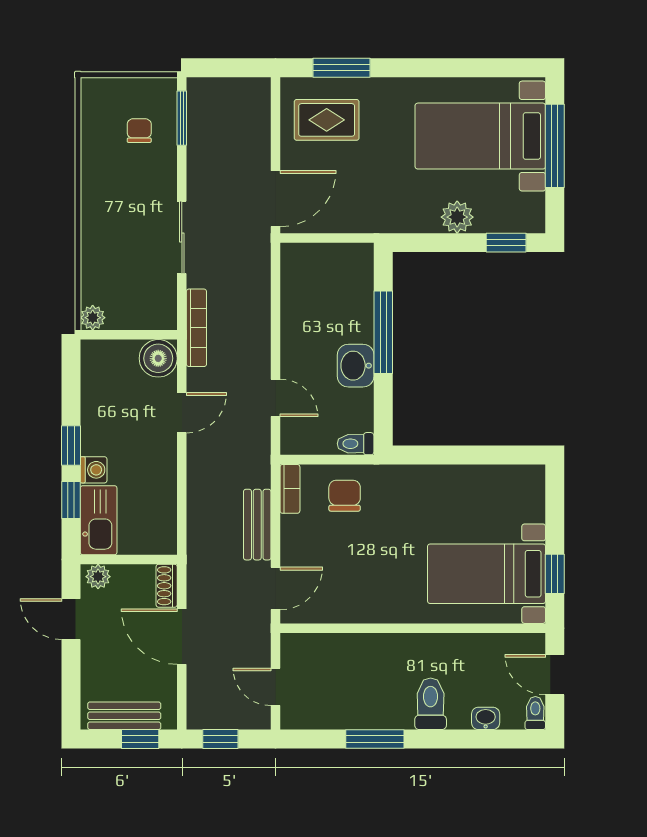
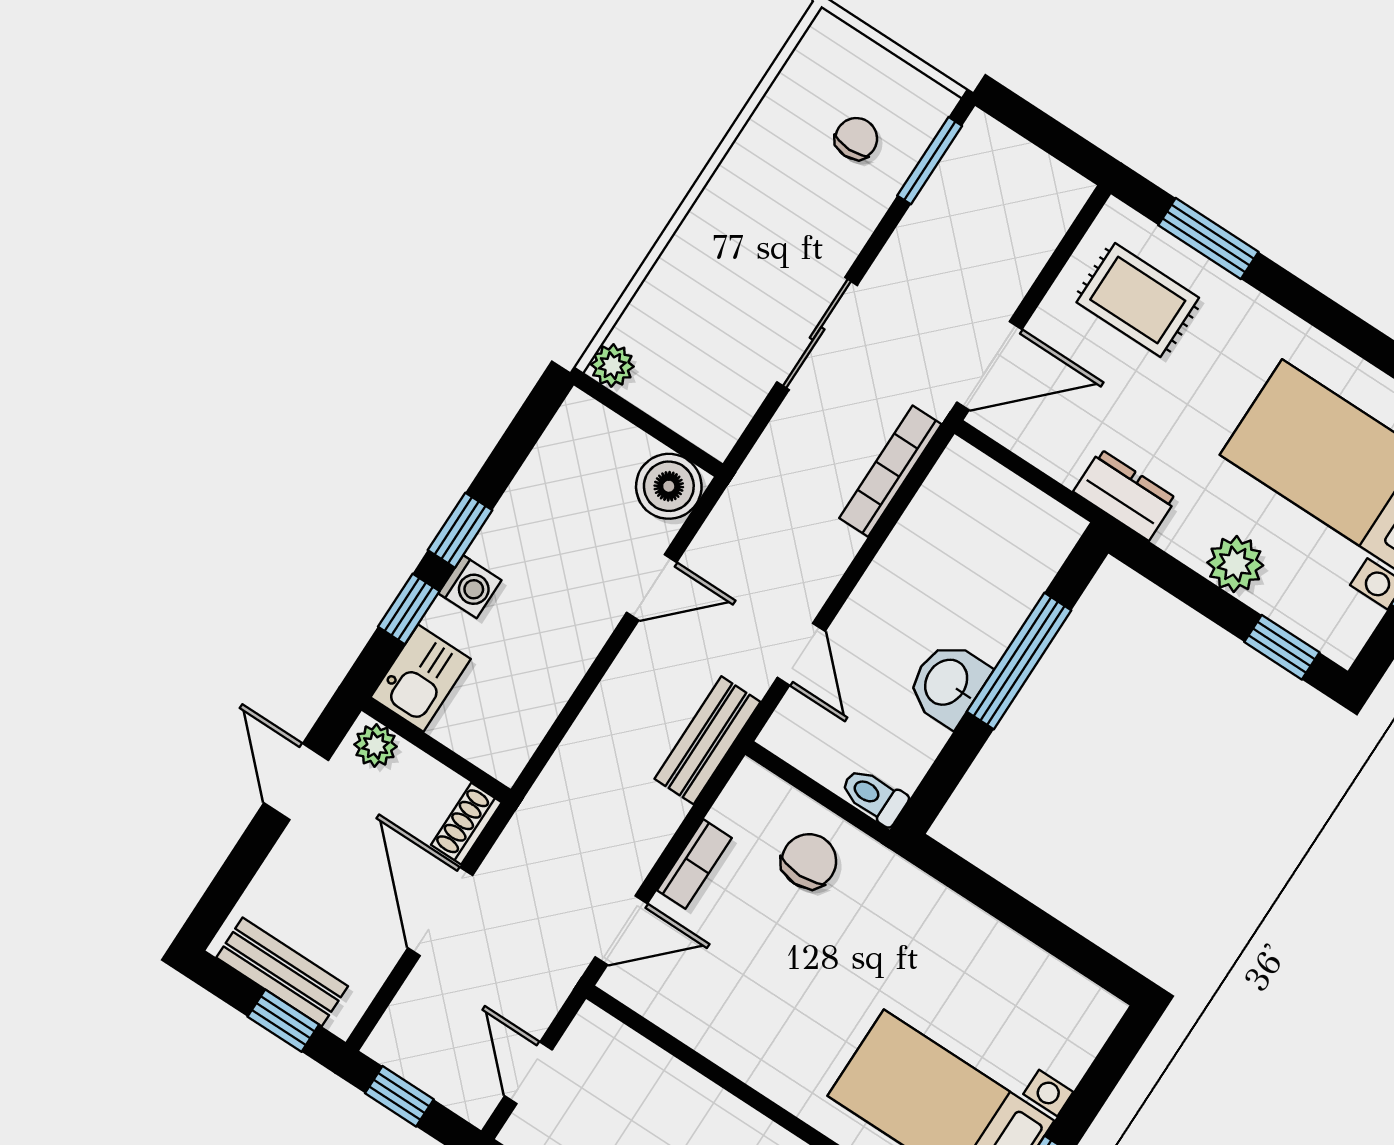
dresser: (382, 218) -> (1125, 495), added
bookcase: (196, 328) -> (890, 471), moved, turned 180
bookcase: (290, 489) -> (694, 864), moved
kitchen sink: (99, 520) -> (421, 678), width x0.73
bench: (257, 525) -> (708, 740), moved

